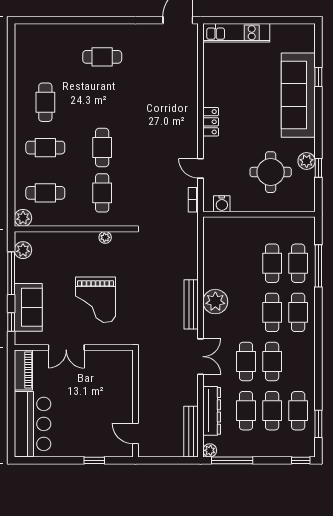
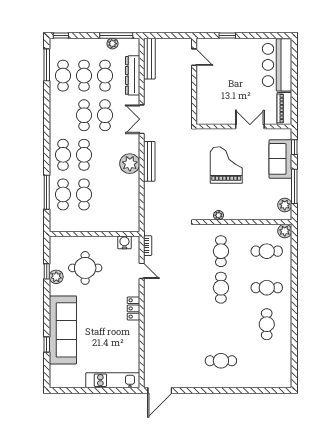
window: (318, 424) -> (47, 65), width x1.44
plant: (210, 450) -> (112, 44), moved

